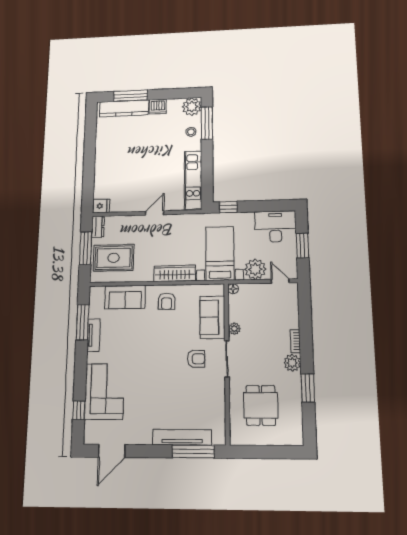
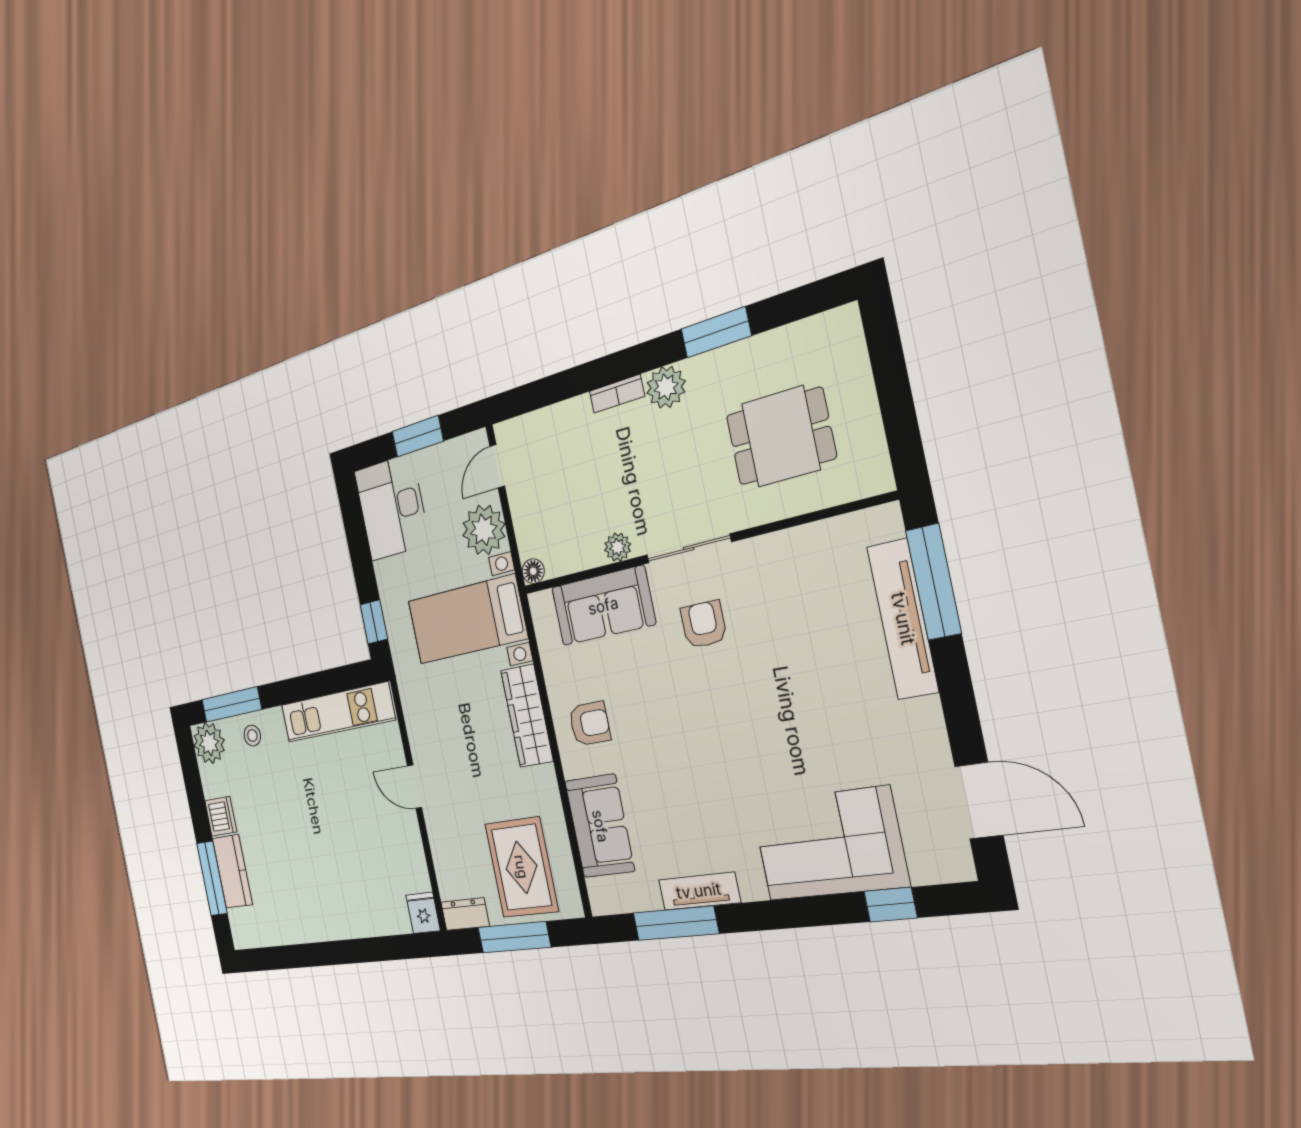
kitchen counter: (124, 108) -> (232, 871), width x0.67

